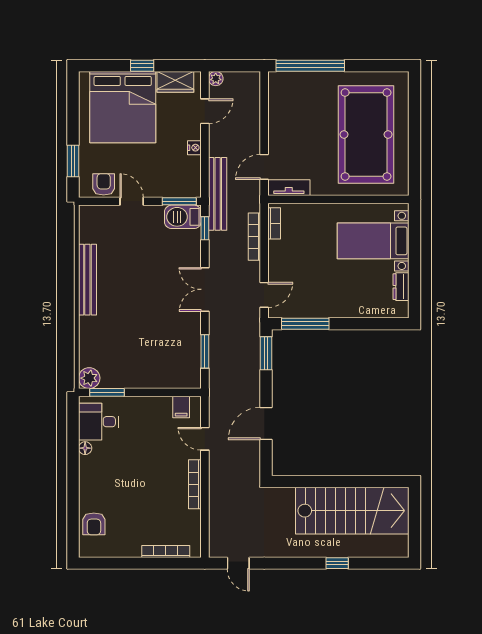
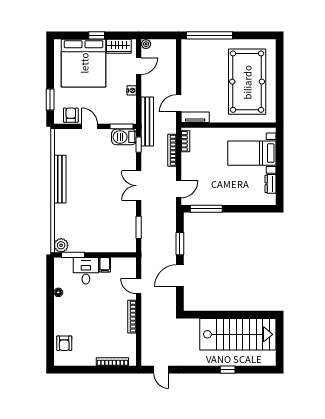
window: (266, 353) -> (180, 244), moved
filing cabinet: (181, 407) -> (105, 265), moved
desk: (99, 422) -> (86, 271), moved, turned 90

